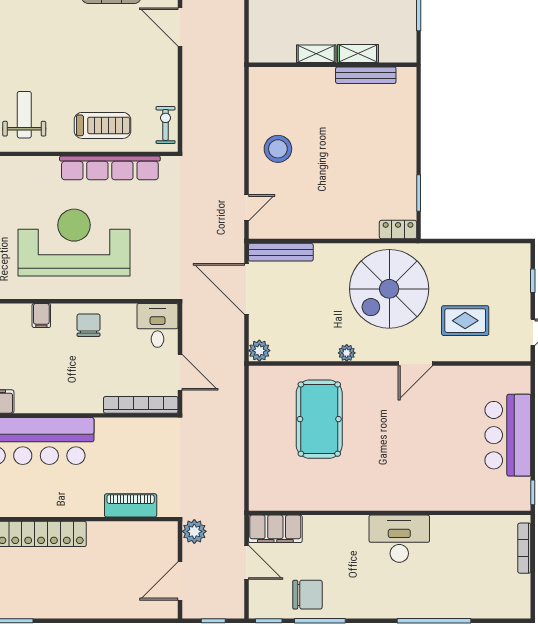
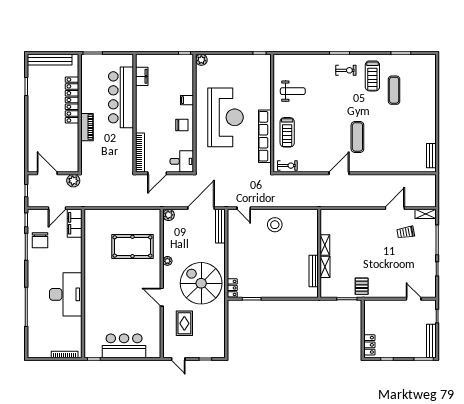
piano: (131, 505) -> (87, 127), moved
desk: (399, 539) -> (66, 294), width x1.36, depth x1.30

